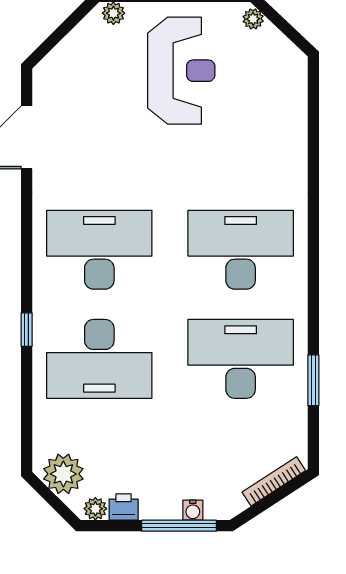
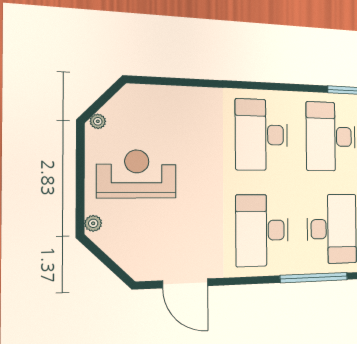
window: (27, 330) -> (314, 278), width x3.17

